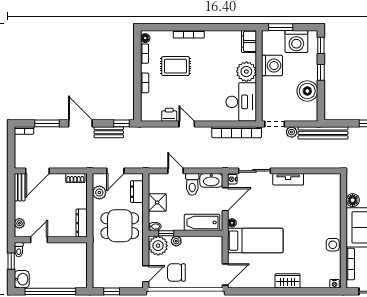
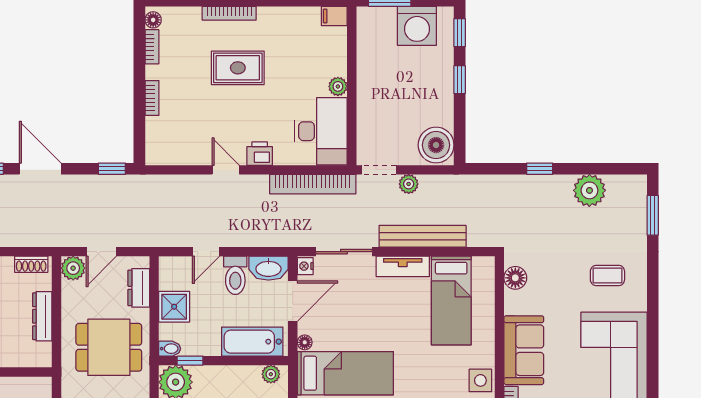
filing cabinet: (249, 41) -> (334, 16), width x0.50
washing machine: (272, 65) -> (374, 68), removed
rug: (176, 66) -> (238, 68), moved
plant: (246, 72) -> (338, 86), width x0.53, depth x0.53
boiler: (307, 91) -> (436, 145), moved
printer: (169, 115) -> (260, 154), moved
bench: (109, 132) -> (90, 184), removed
bench: (323, 133) -> (423, 236), moved
door: (175, 171) -> (206, 252), swing flipped
plant: (99, 193) -> (73, 268), moved
bed: (316, 199) -> (451, 300), added
floor lamp: (353, 200) -> (515, 278), moved
dresser: (82, 223) -> (42, 316), moved
plant: (176, 241) -> (271, 374), moved

